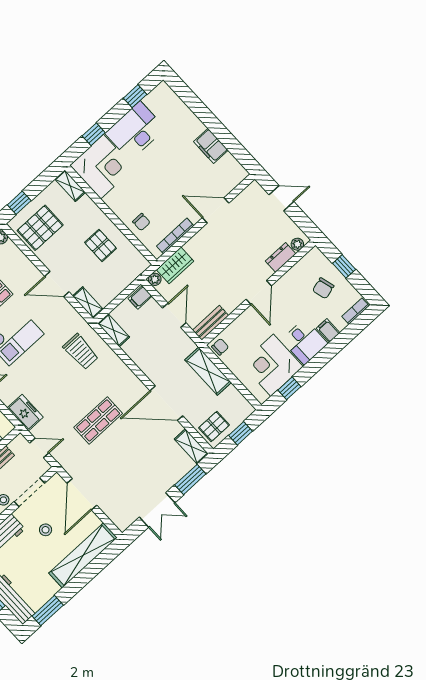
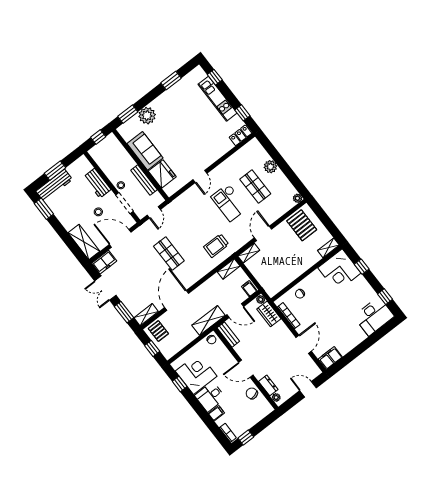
desk: (135, 131) -> (374, 316), moved, turned 90
filing cabinet: (211, 146) -> (330, 358), moved
door: (281, 198) -> (308, 389), swing flipped
window: (19, 203) -> (320, 213), removed
pallet: (101, 245) -> (287, 265), removed
window: (344, 266) -> (246, 437), moved
chair: (323, 288) -> (252, 393), moved
shelving: (208, 371) -> (208, 320), moved
freezer: (25, 413) -> (104, 262), moved
shelving: (83, 555) -> (84, 242), width x0.68

